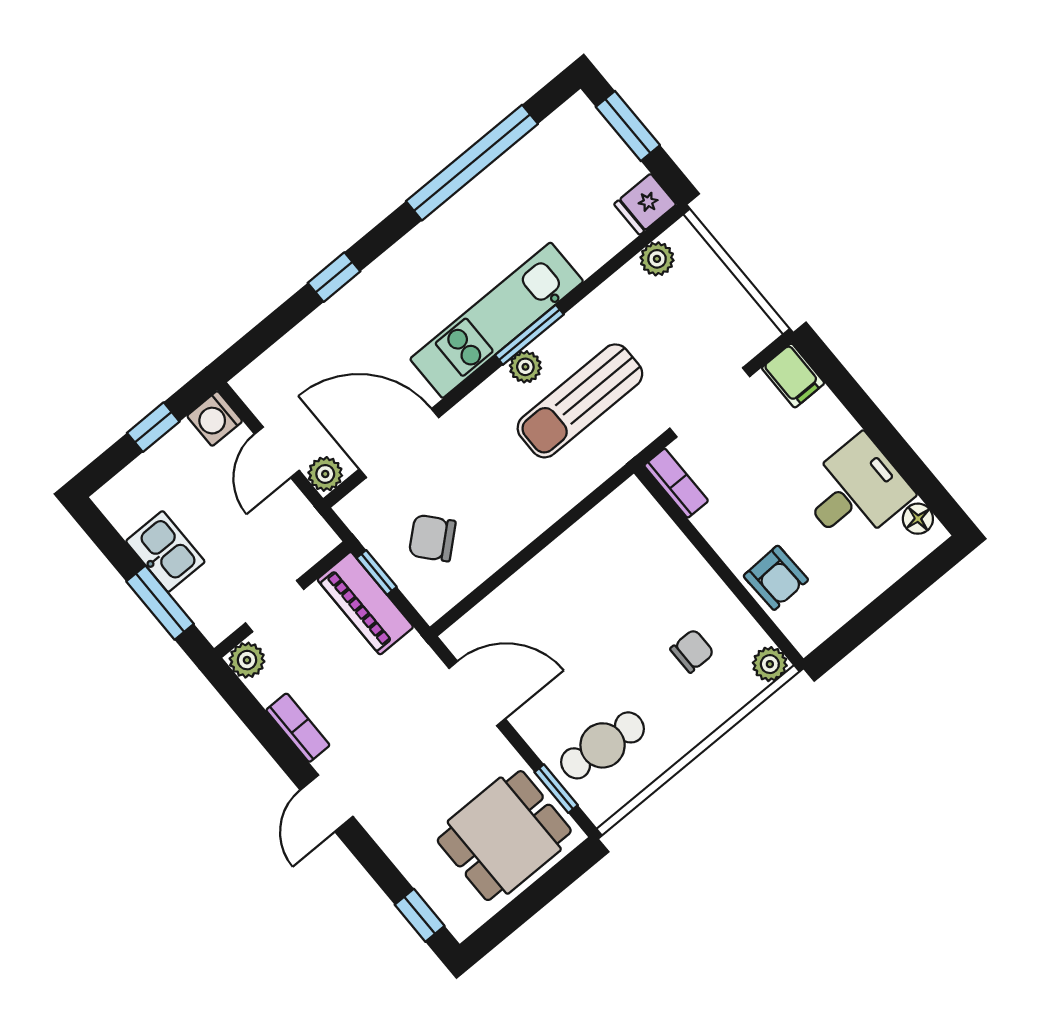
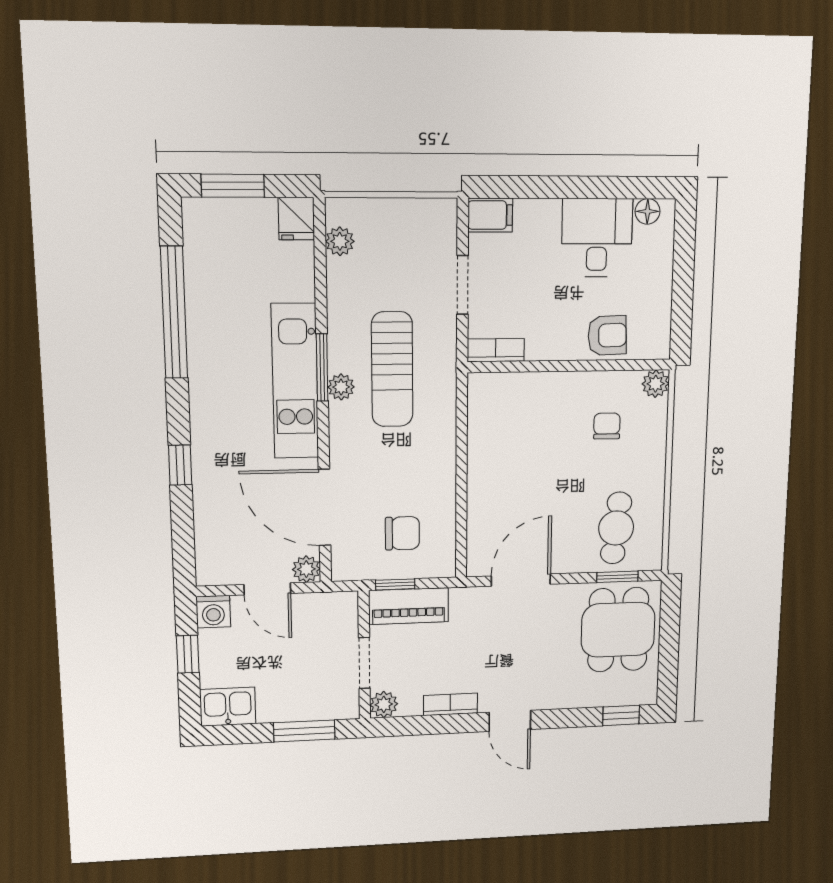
doorway: (710, 402) -> (462, 285), width x0.73
door: (399, 443) -> (324, 507), hinge flipped
chair: (432, 538) -> (402, 533), turned -139
kitchen sink: (165, 551) -> (228, 707), moved

